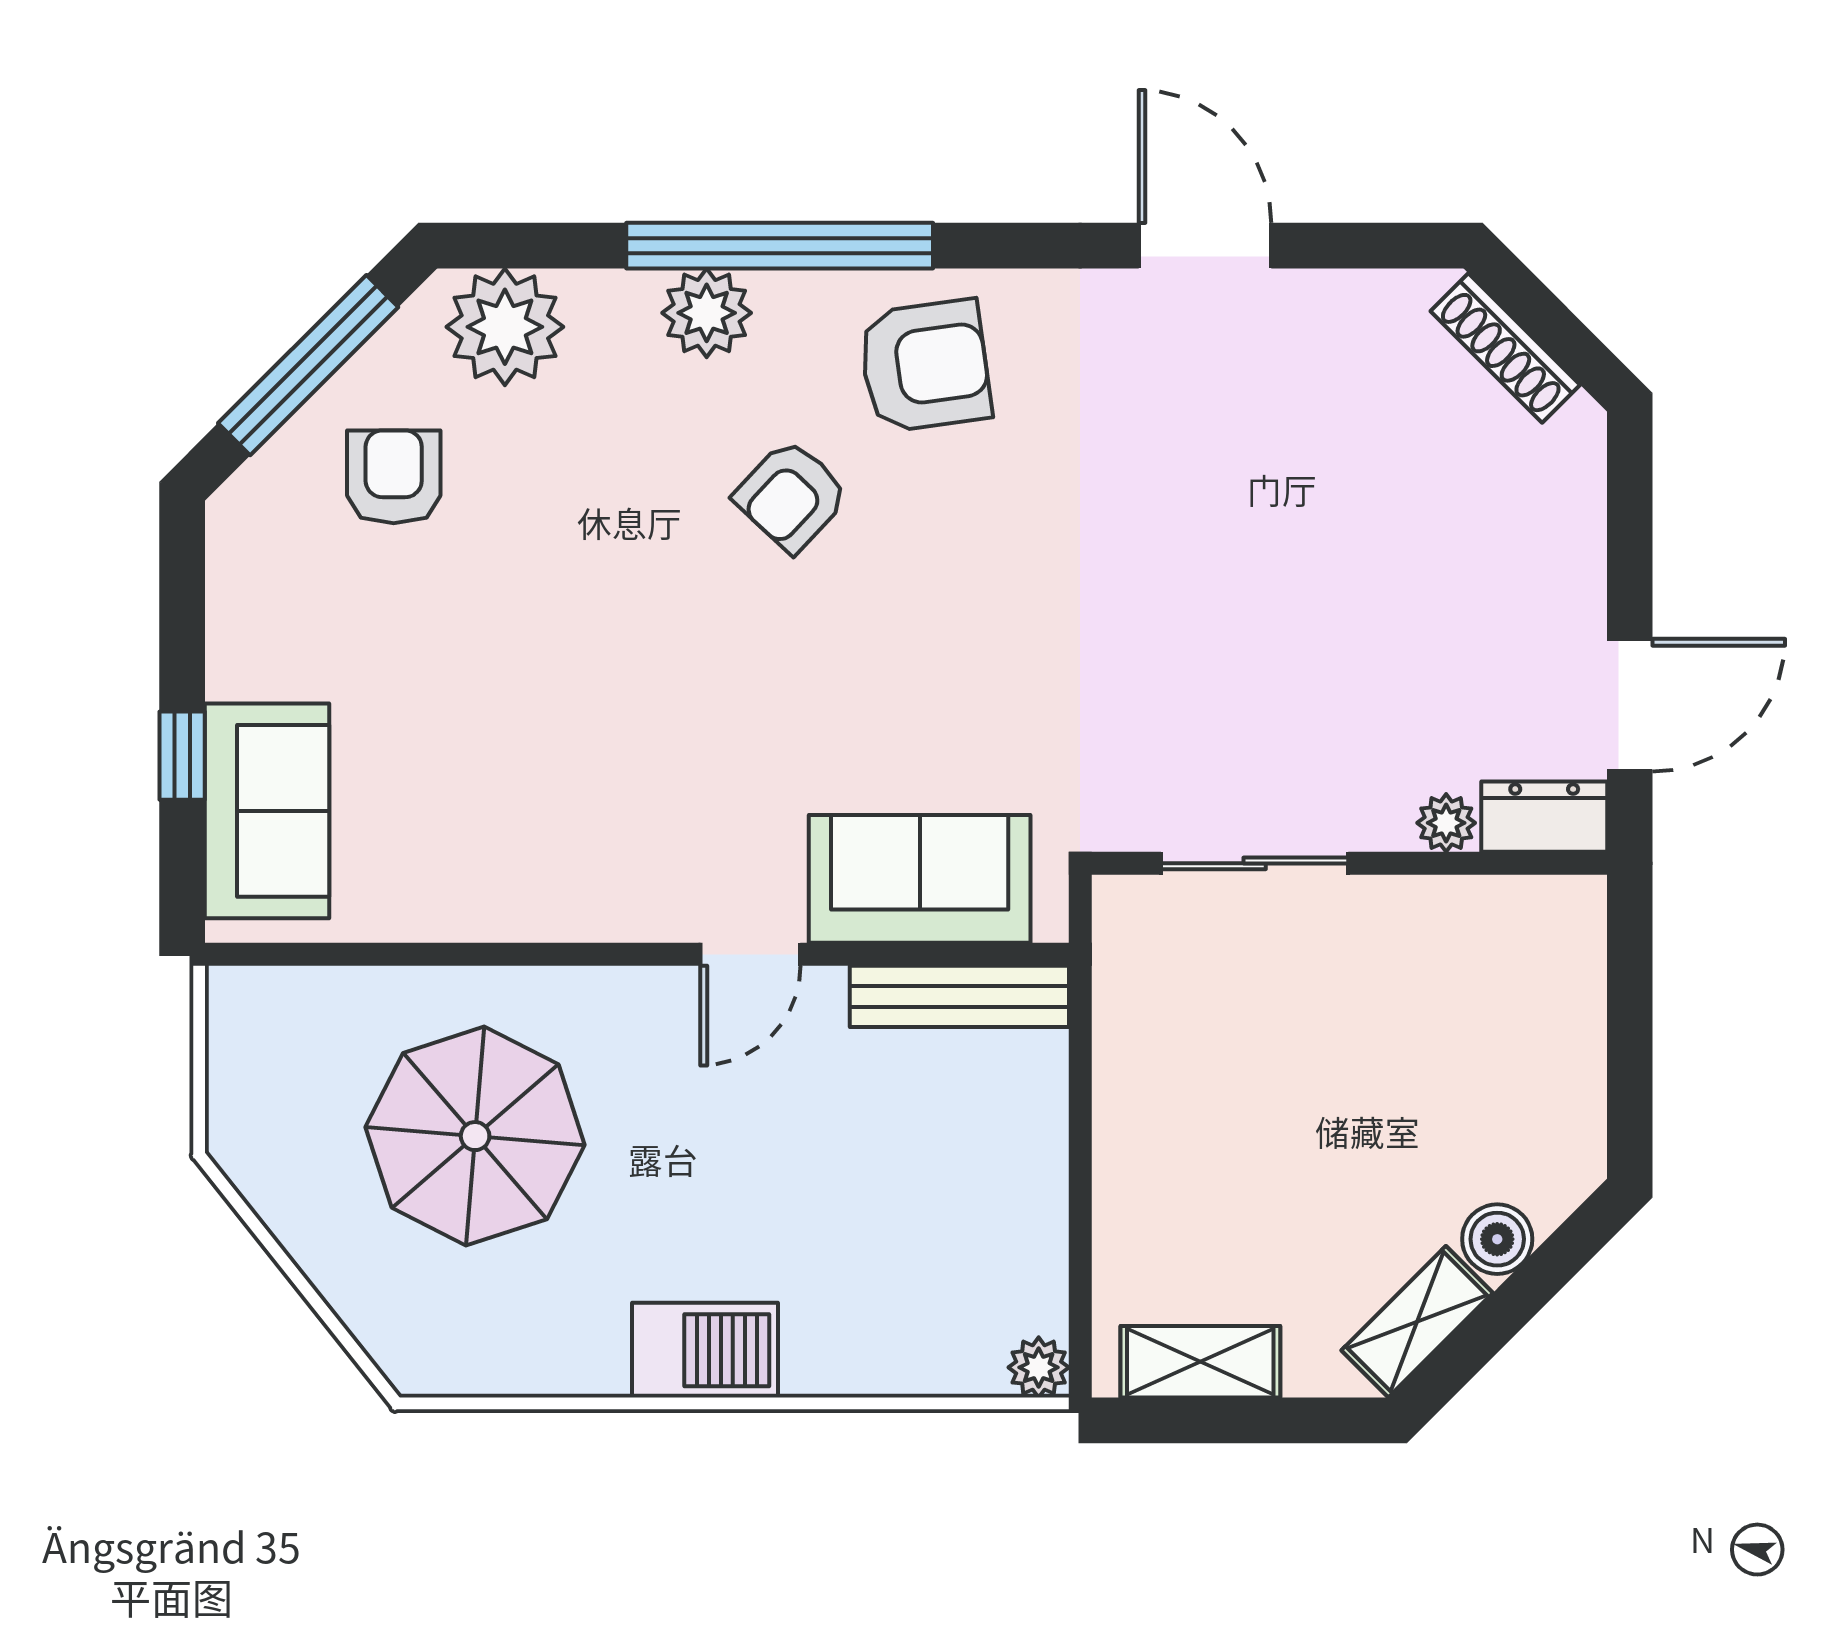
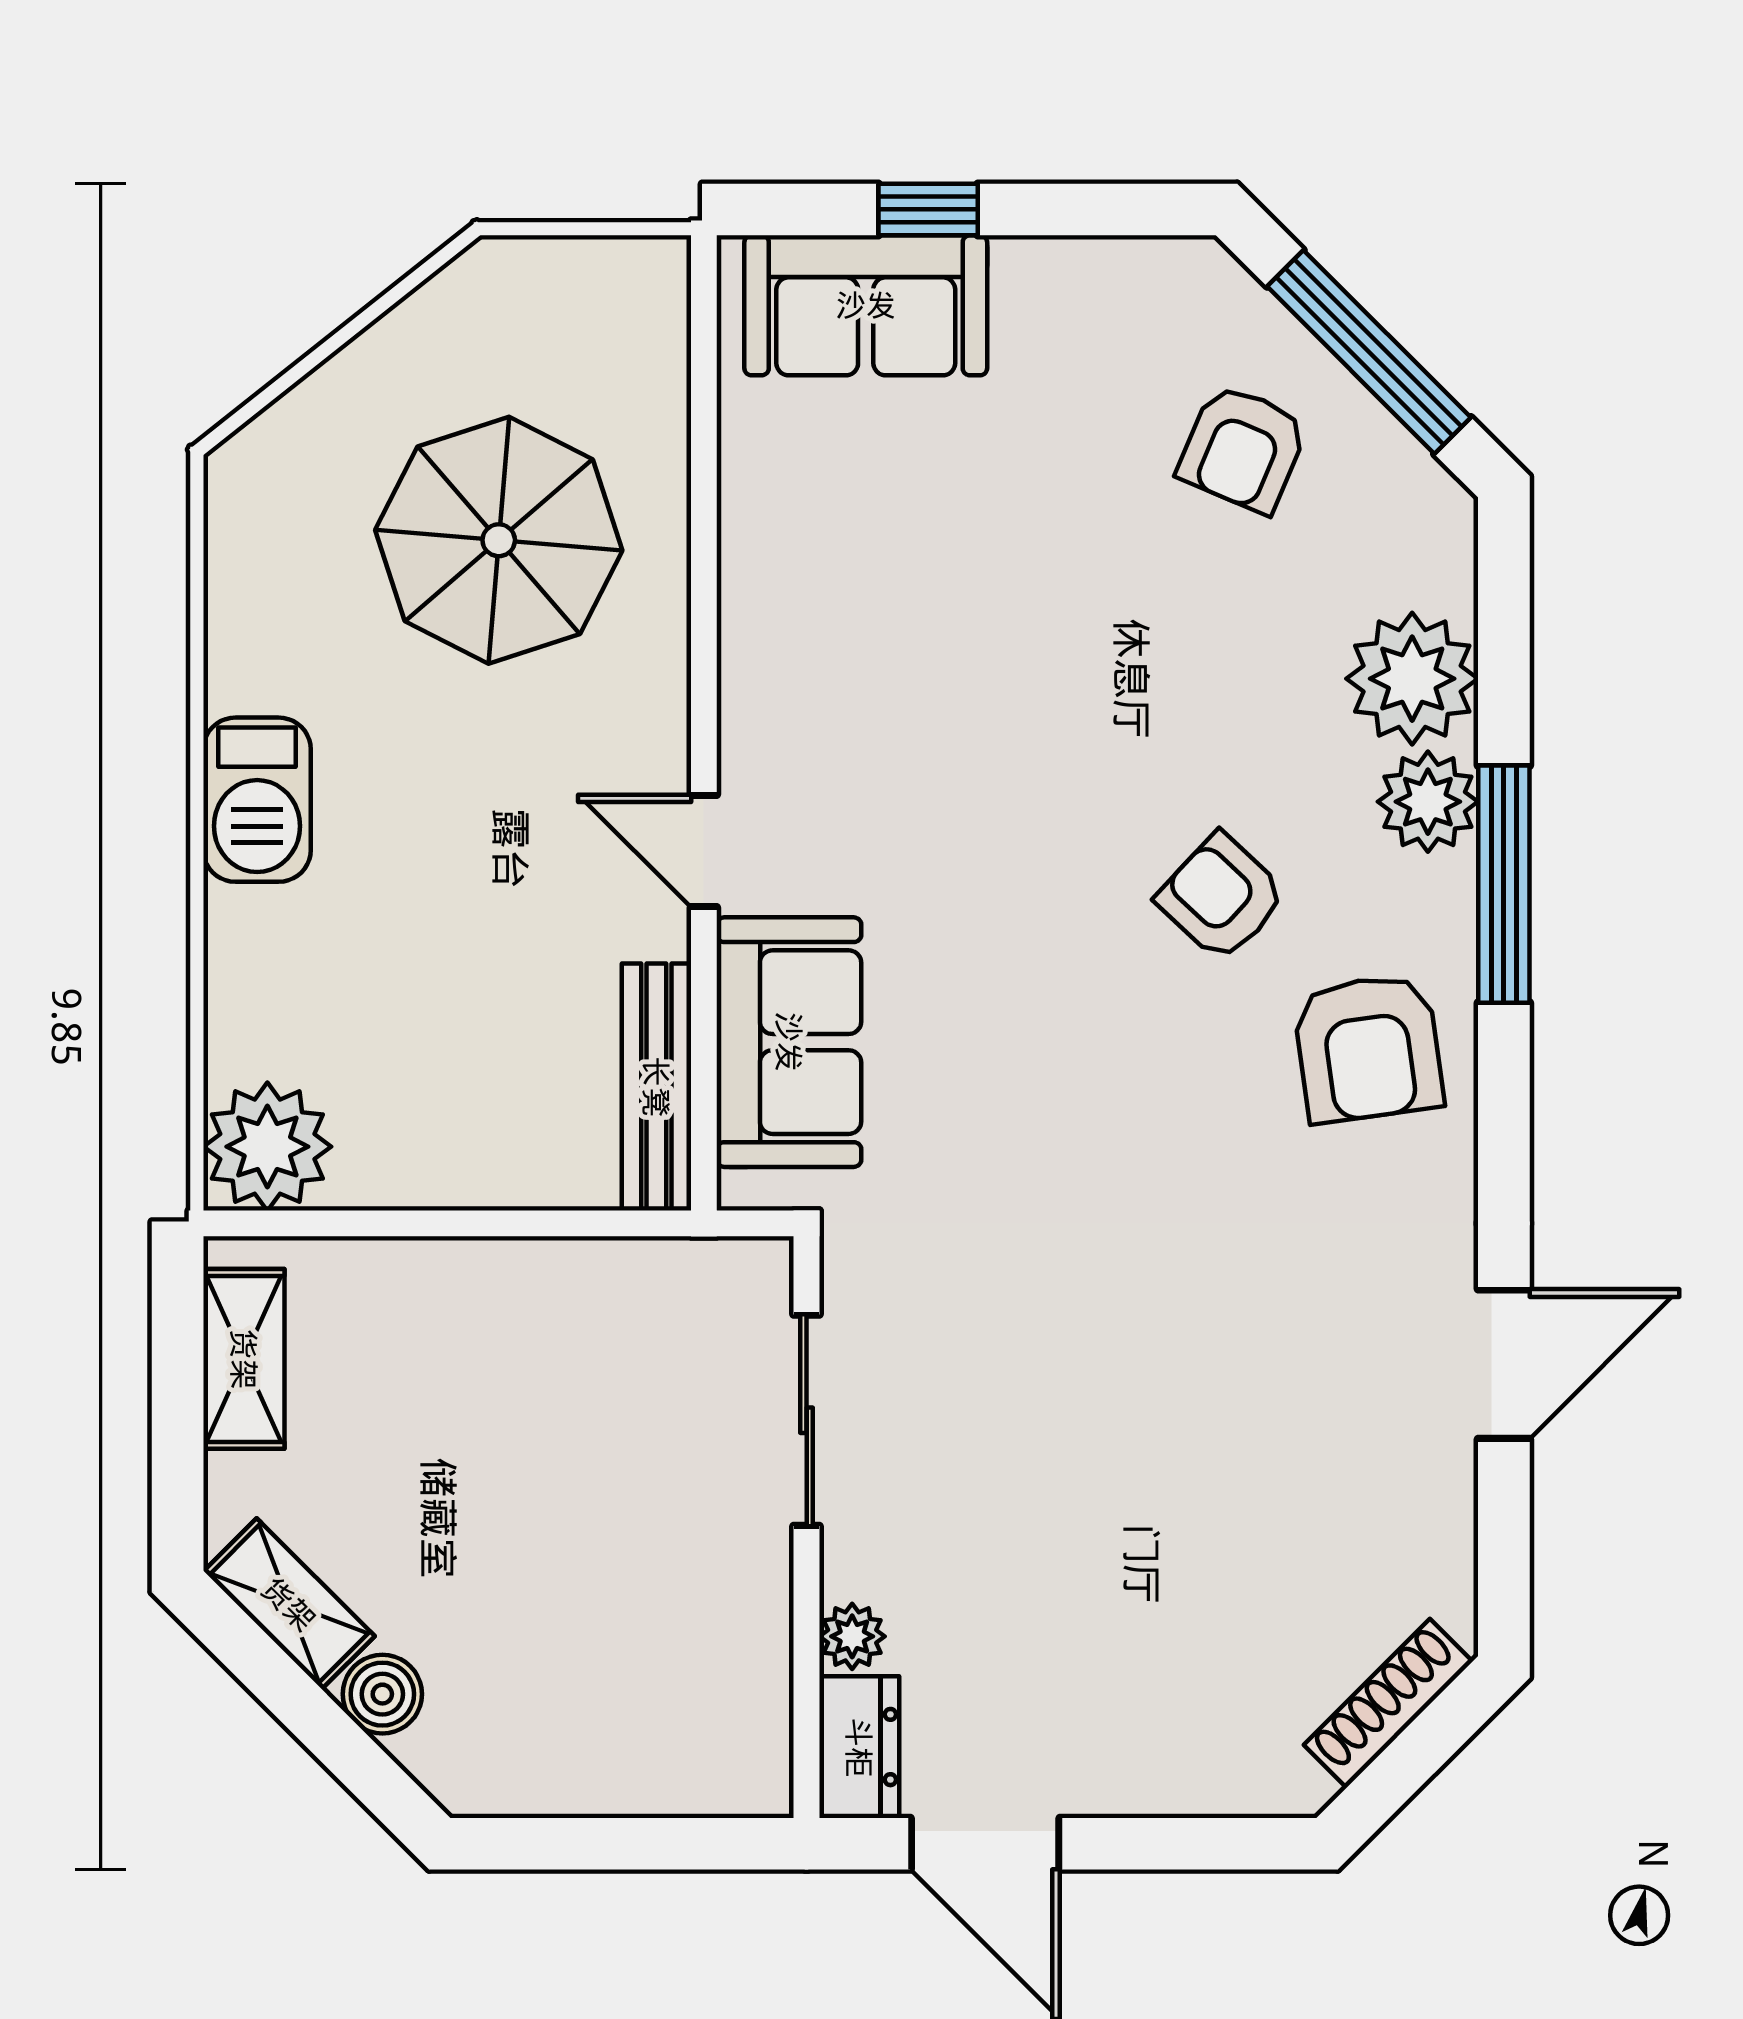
window: (780, 246) -> (1504, 884), width x0.68
plant: (505, 327) -> (1412, 679), moved
armchair: (394, 477) -> (1243, 448), turned 113
plant: (1039, 1367) -> (267, 1147), width x1.87, depth x1.87

